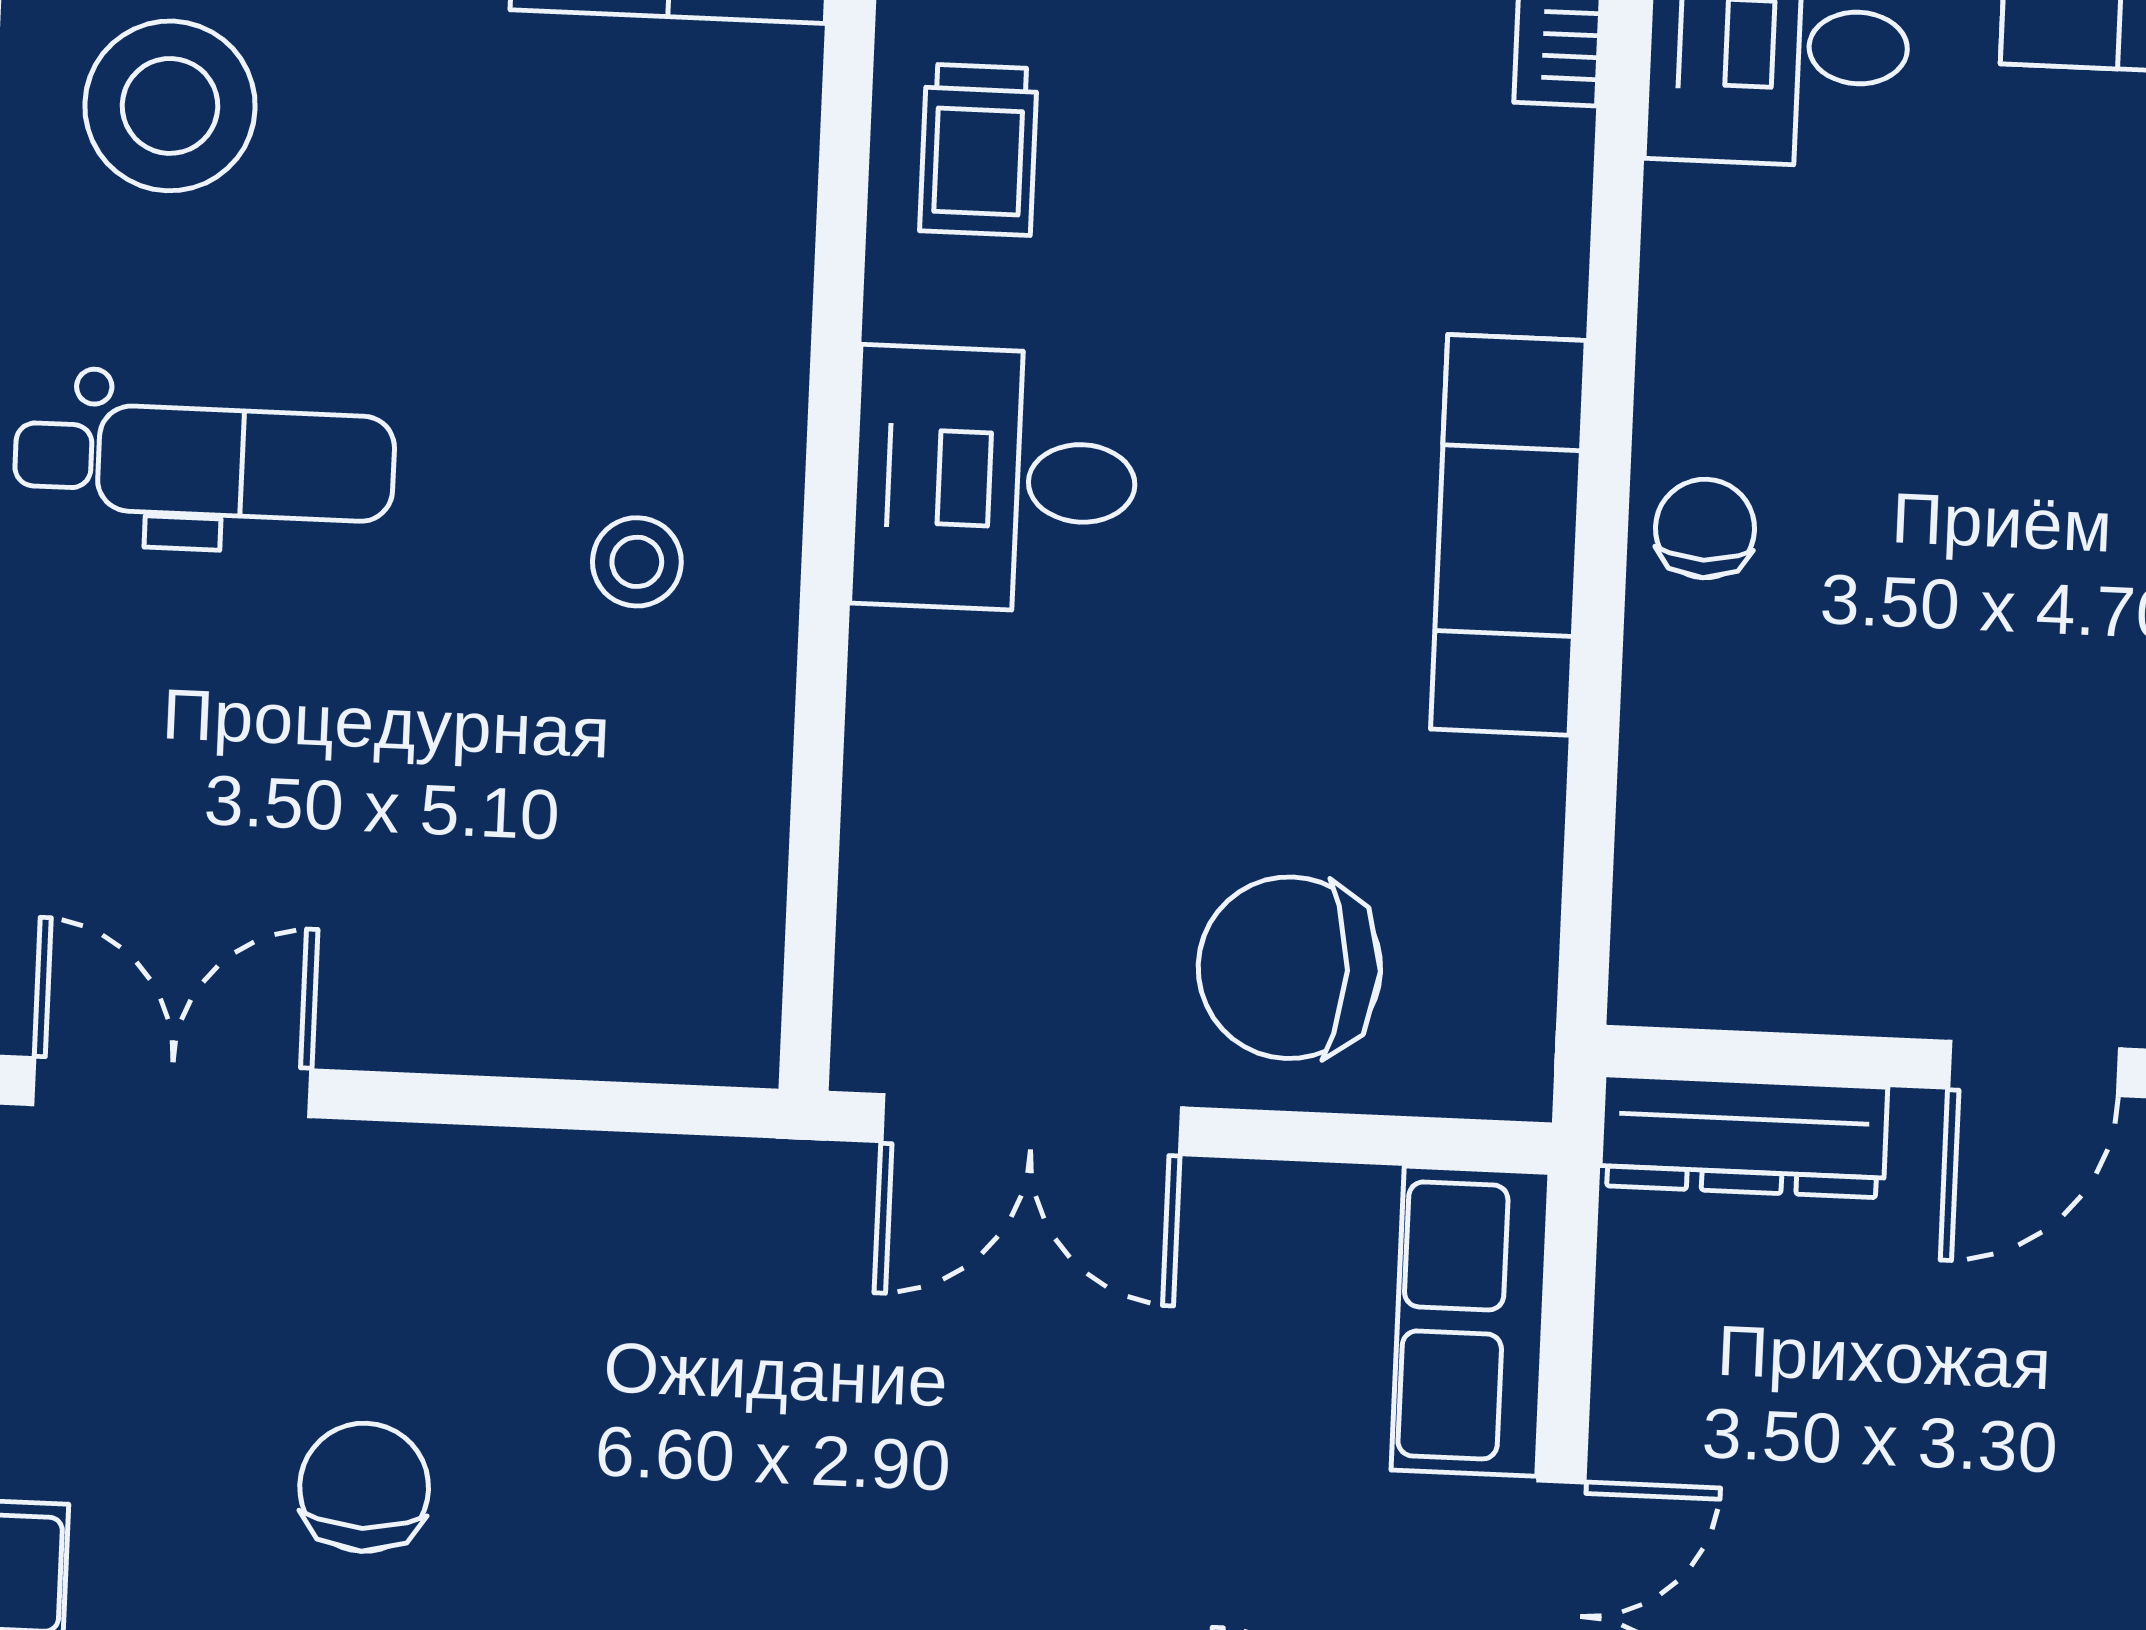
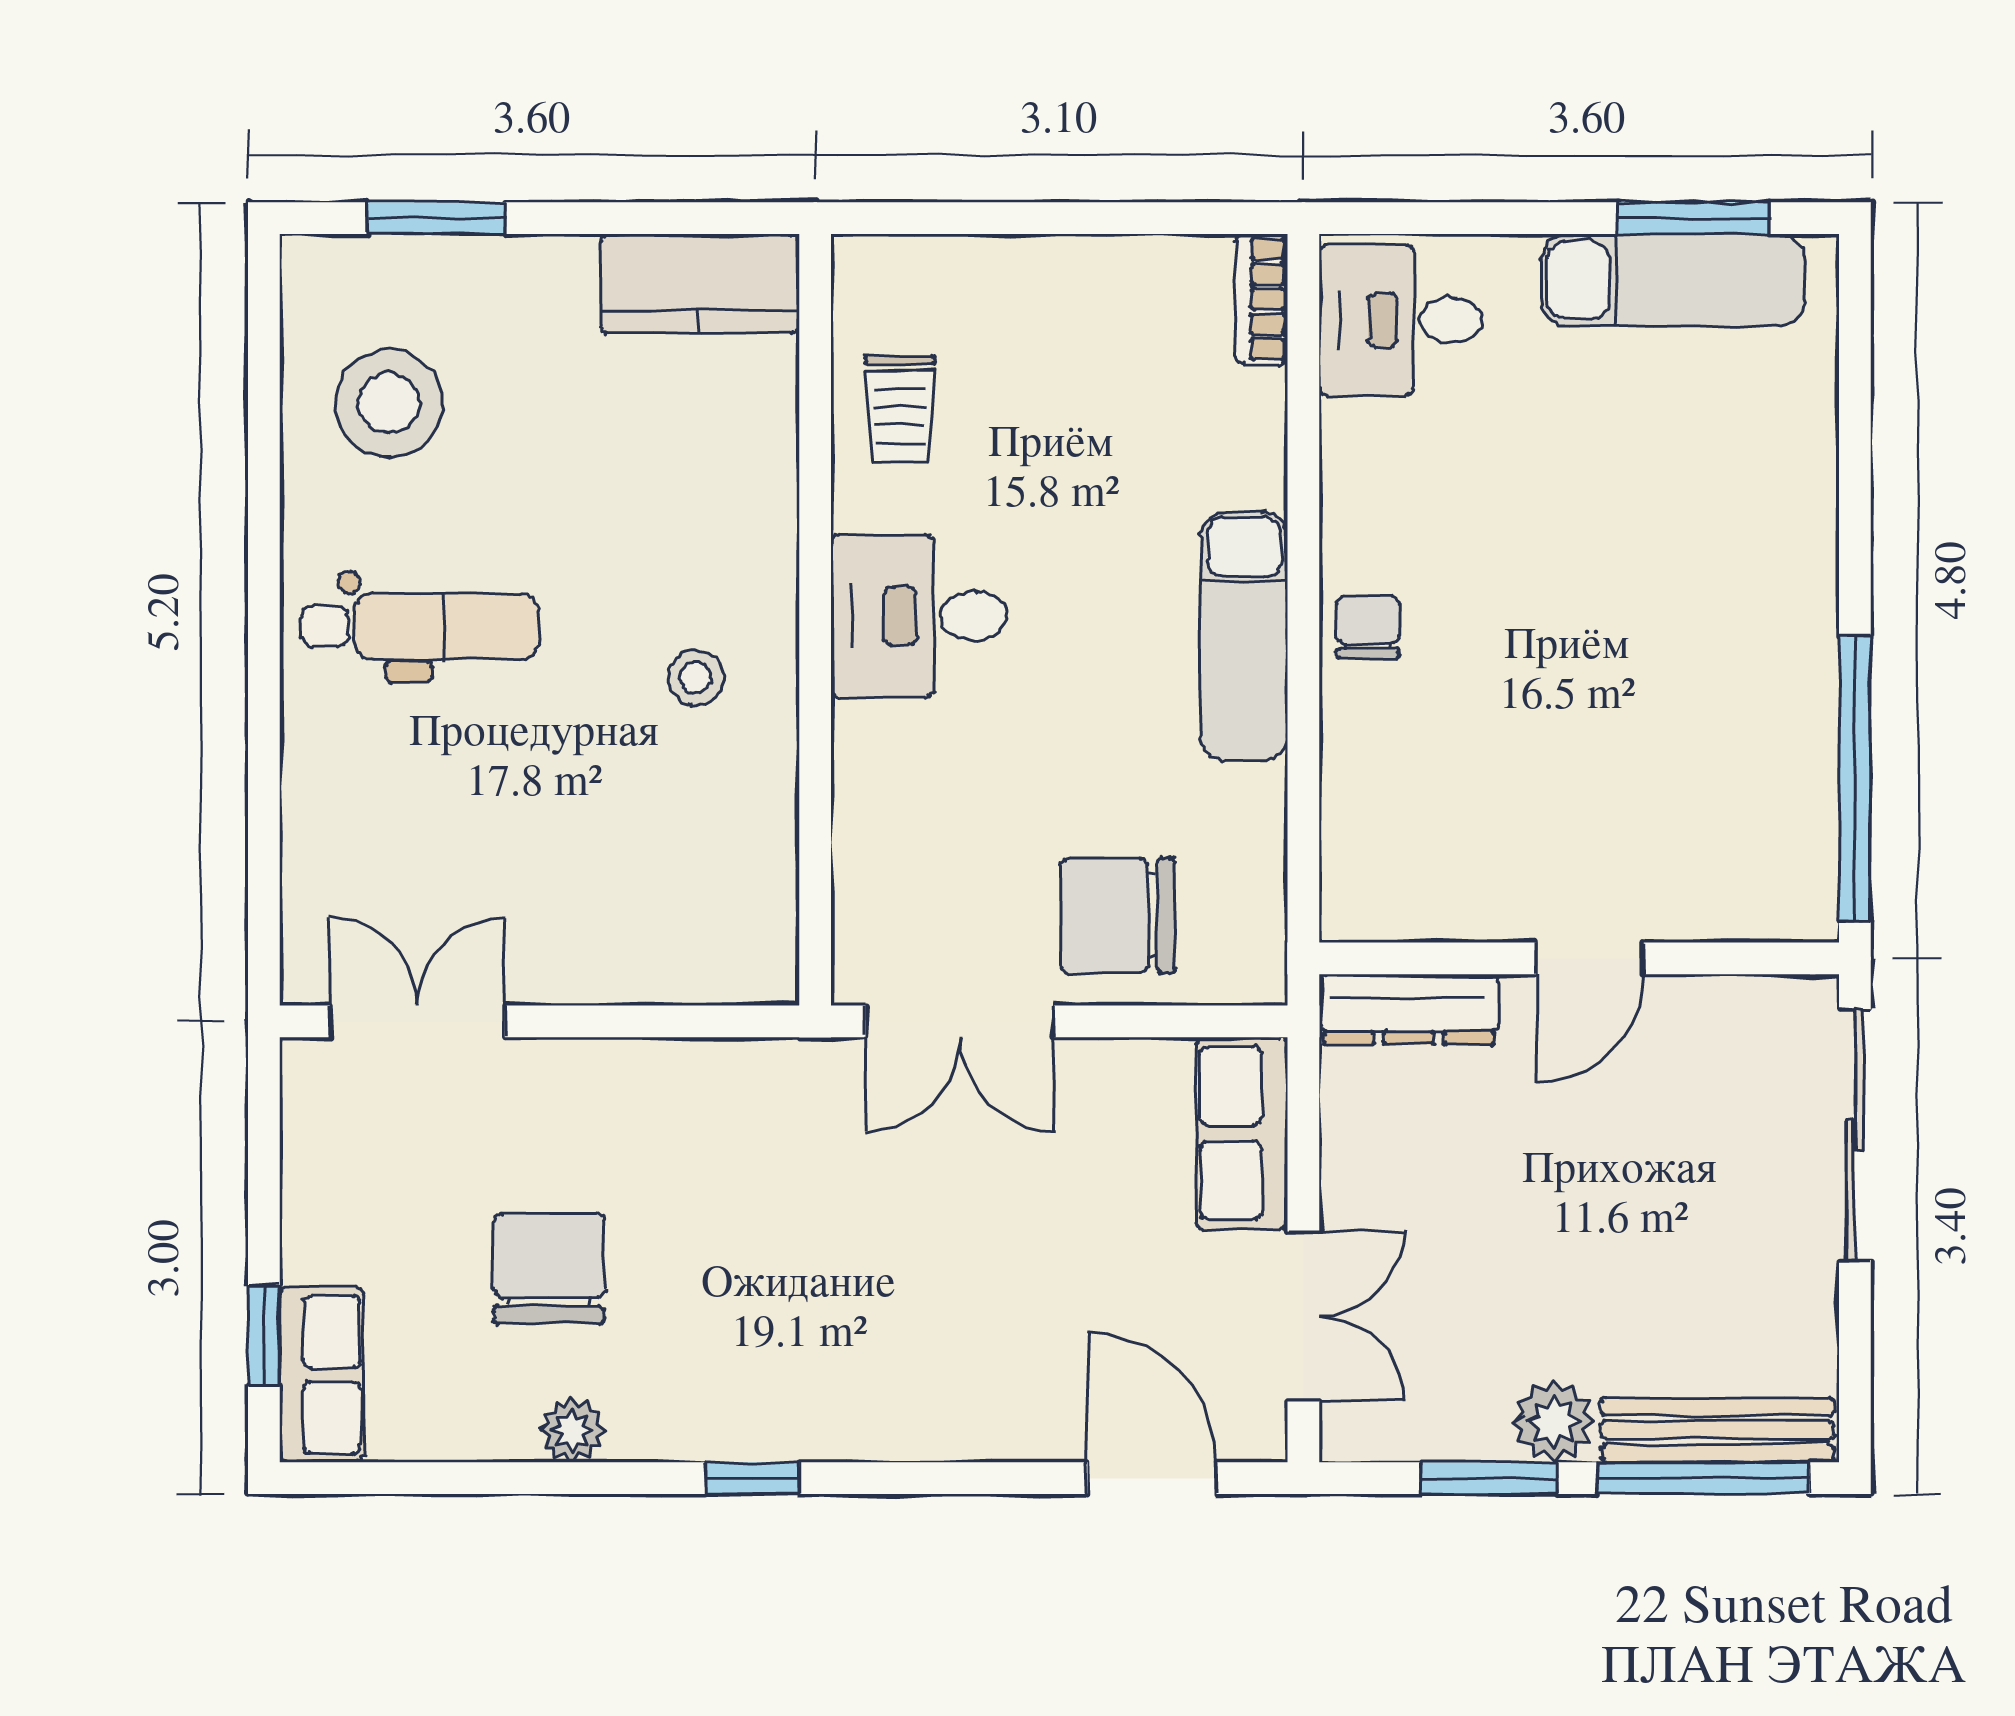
chair: (364, 1487) -> (549, 1268), width x1.37, depth x1.37

